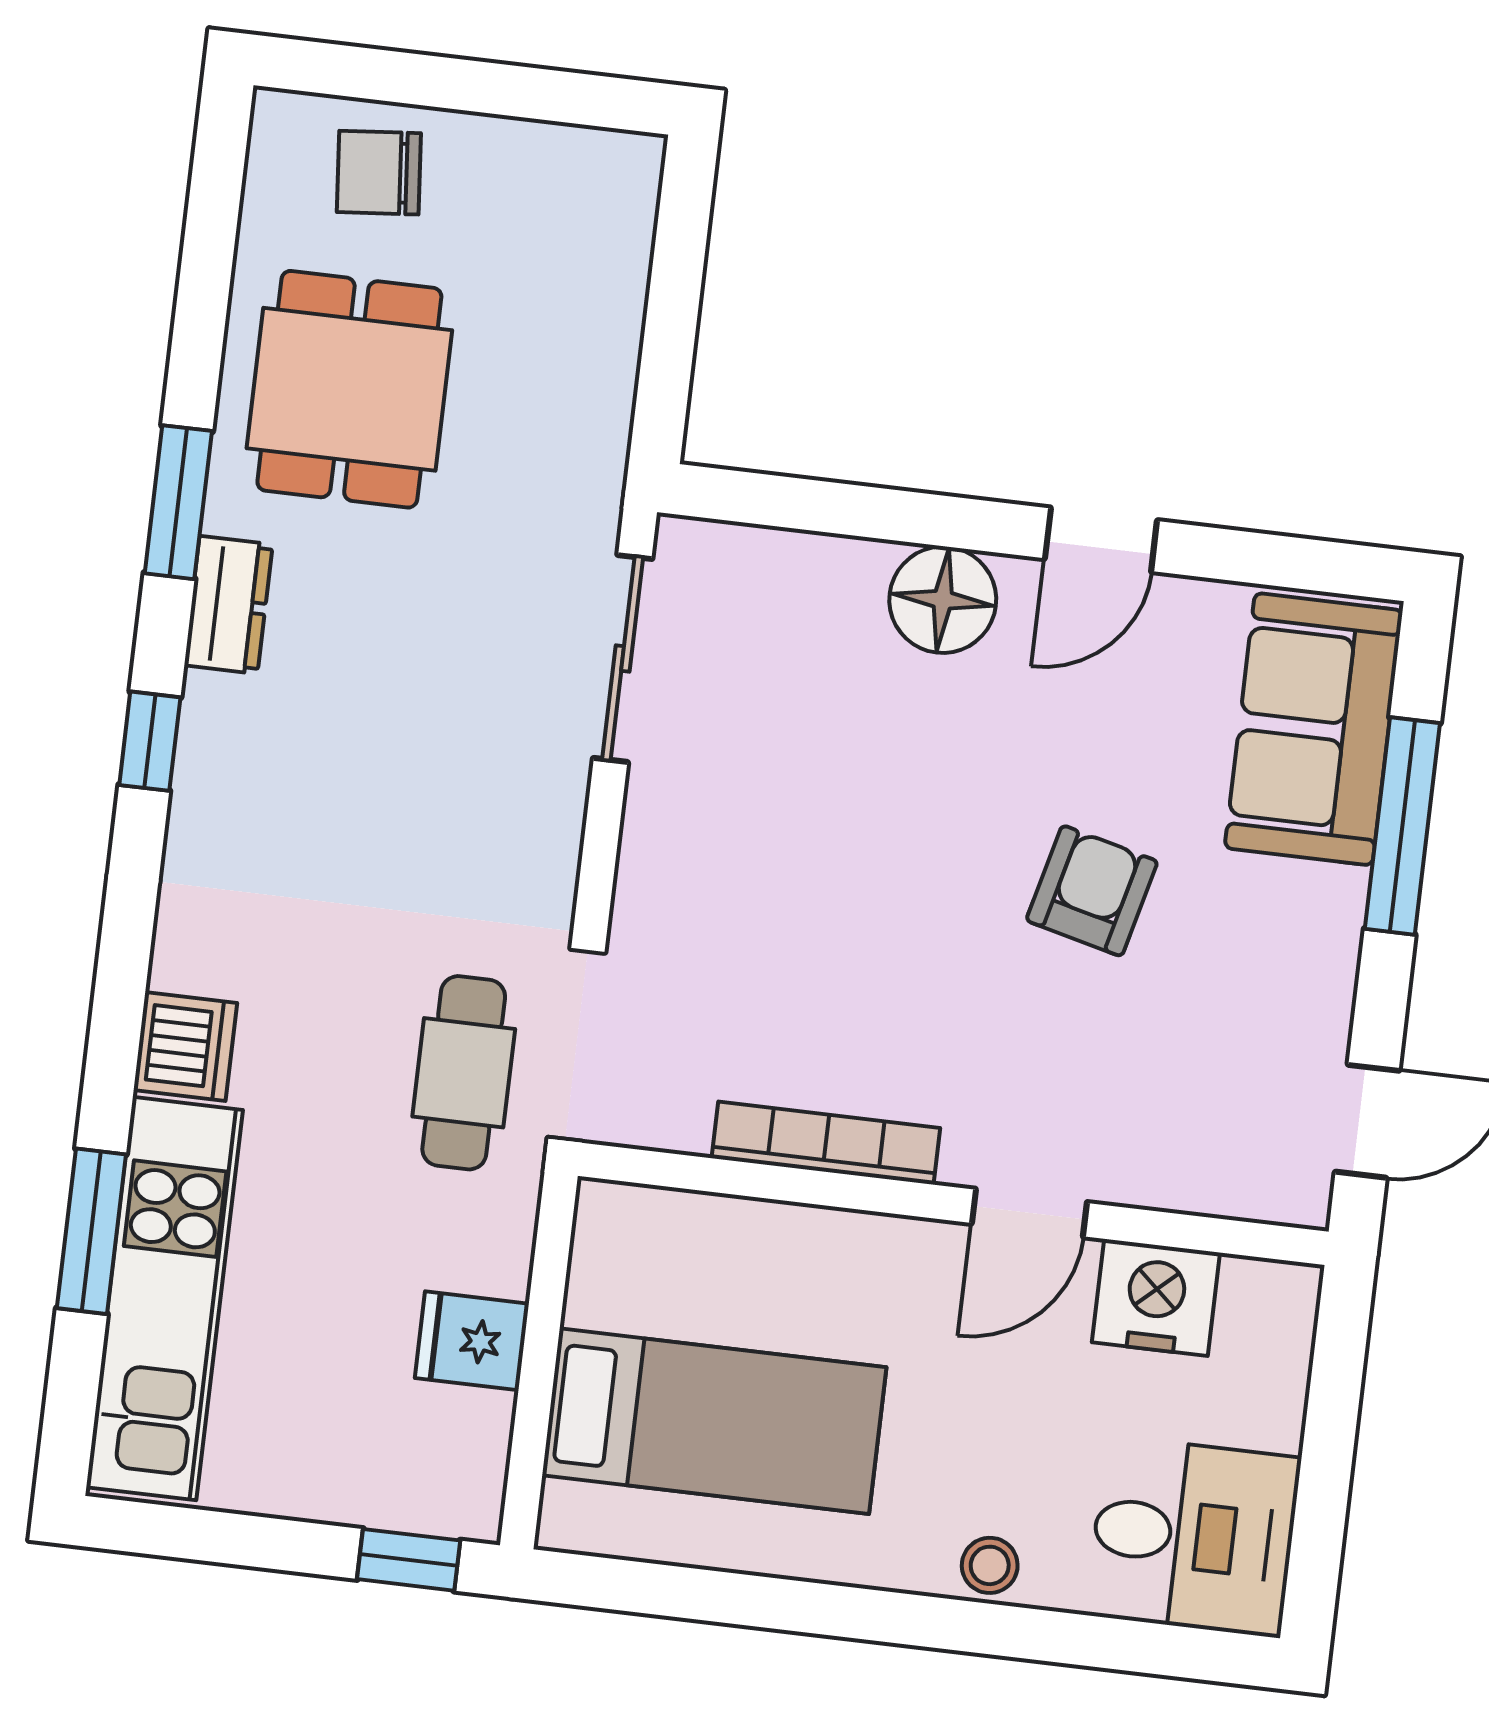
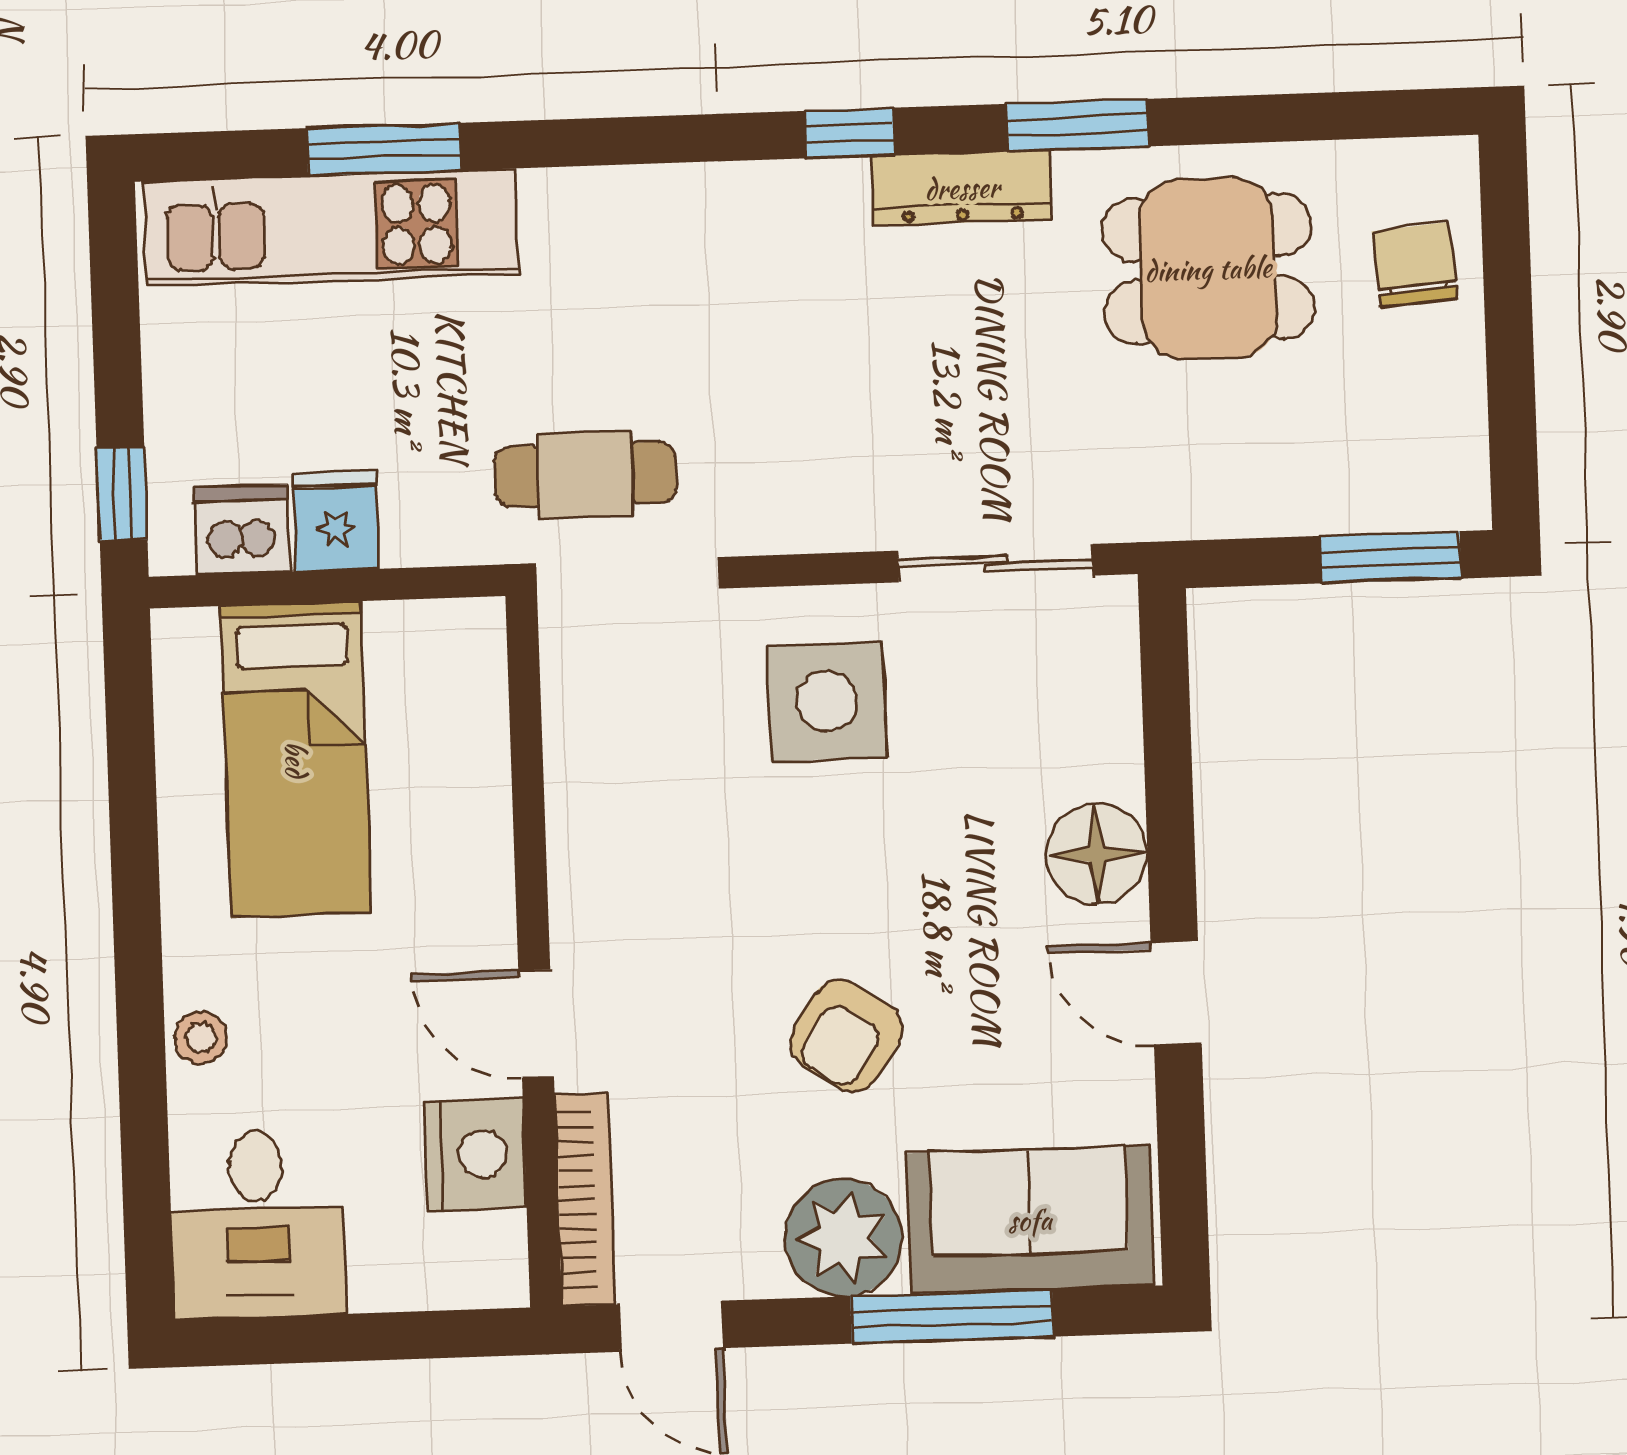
window: (680, 245) -> (1390, 557), added
dresser: (228, 605) -> (962, 188), width x1.44
side table: (740, 858) -> (826, 702), added
armchair: (1092, 891) -> (846, 1036), turned 109
plant: (1303, 927) -> (843, 1238), added
dishwasher: (185, 1046) -> (242, 530), moved, turned 180
bookcase: (826, 1143) -> (585, 1200), moved

